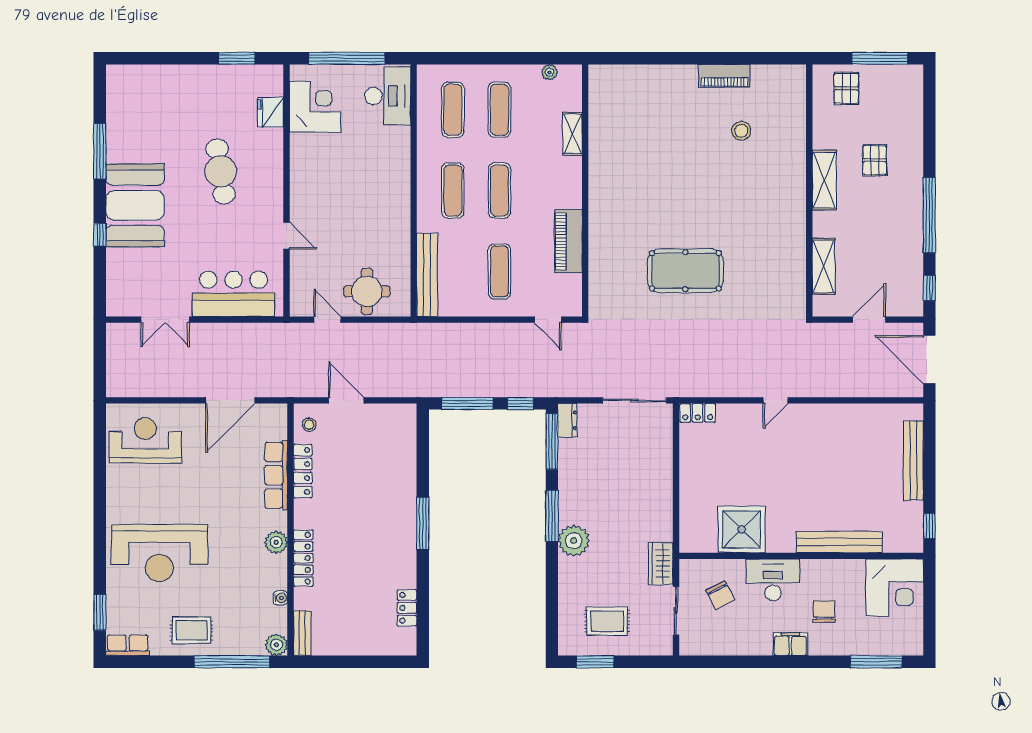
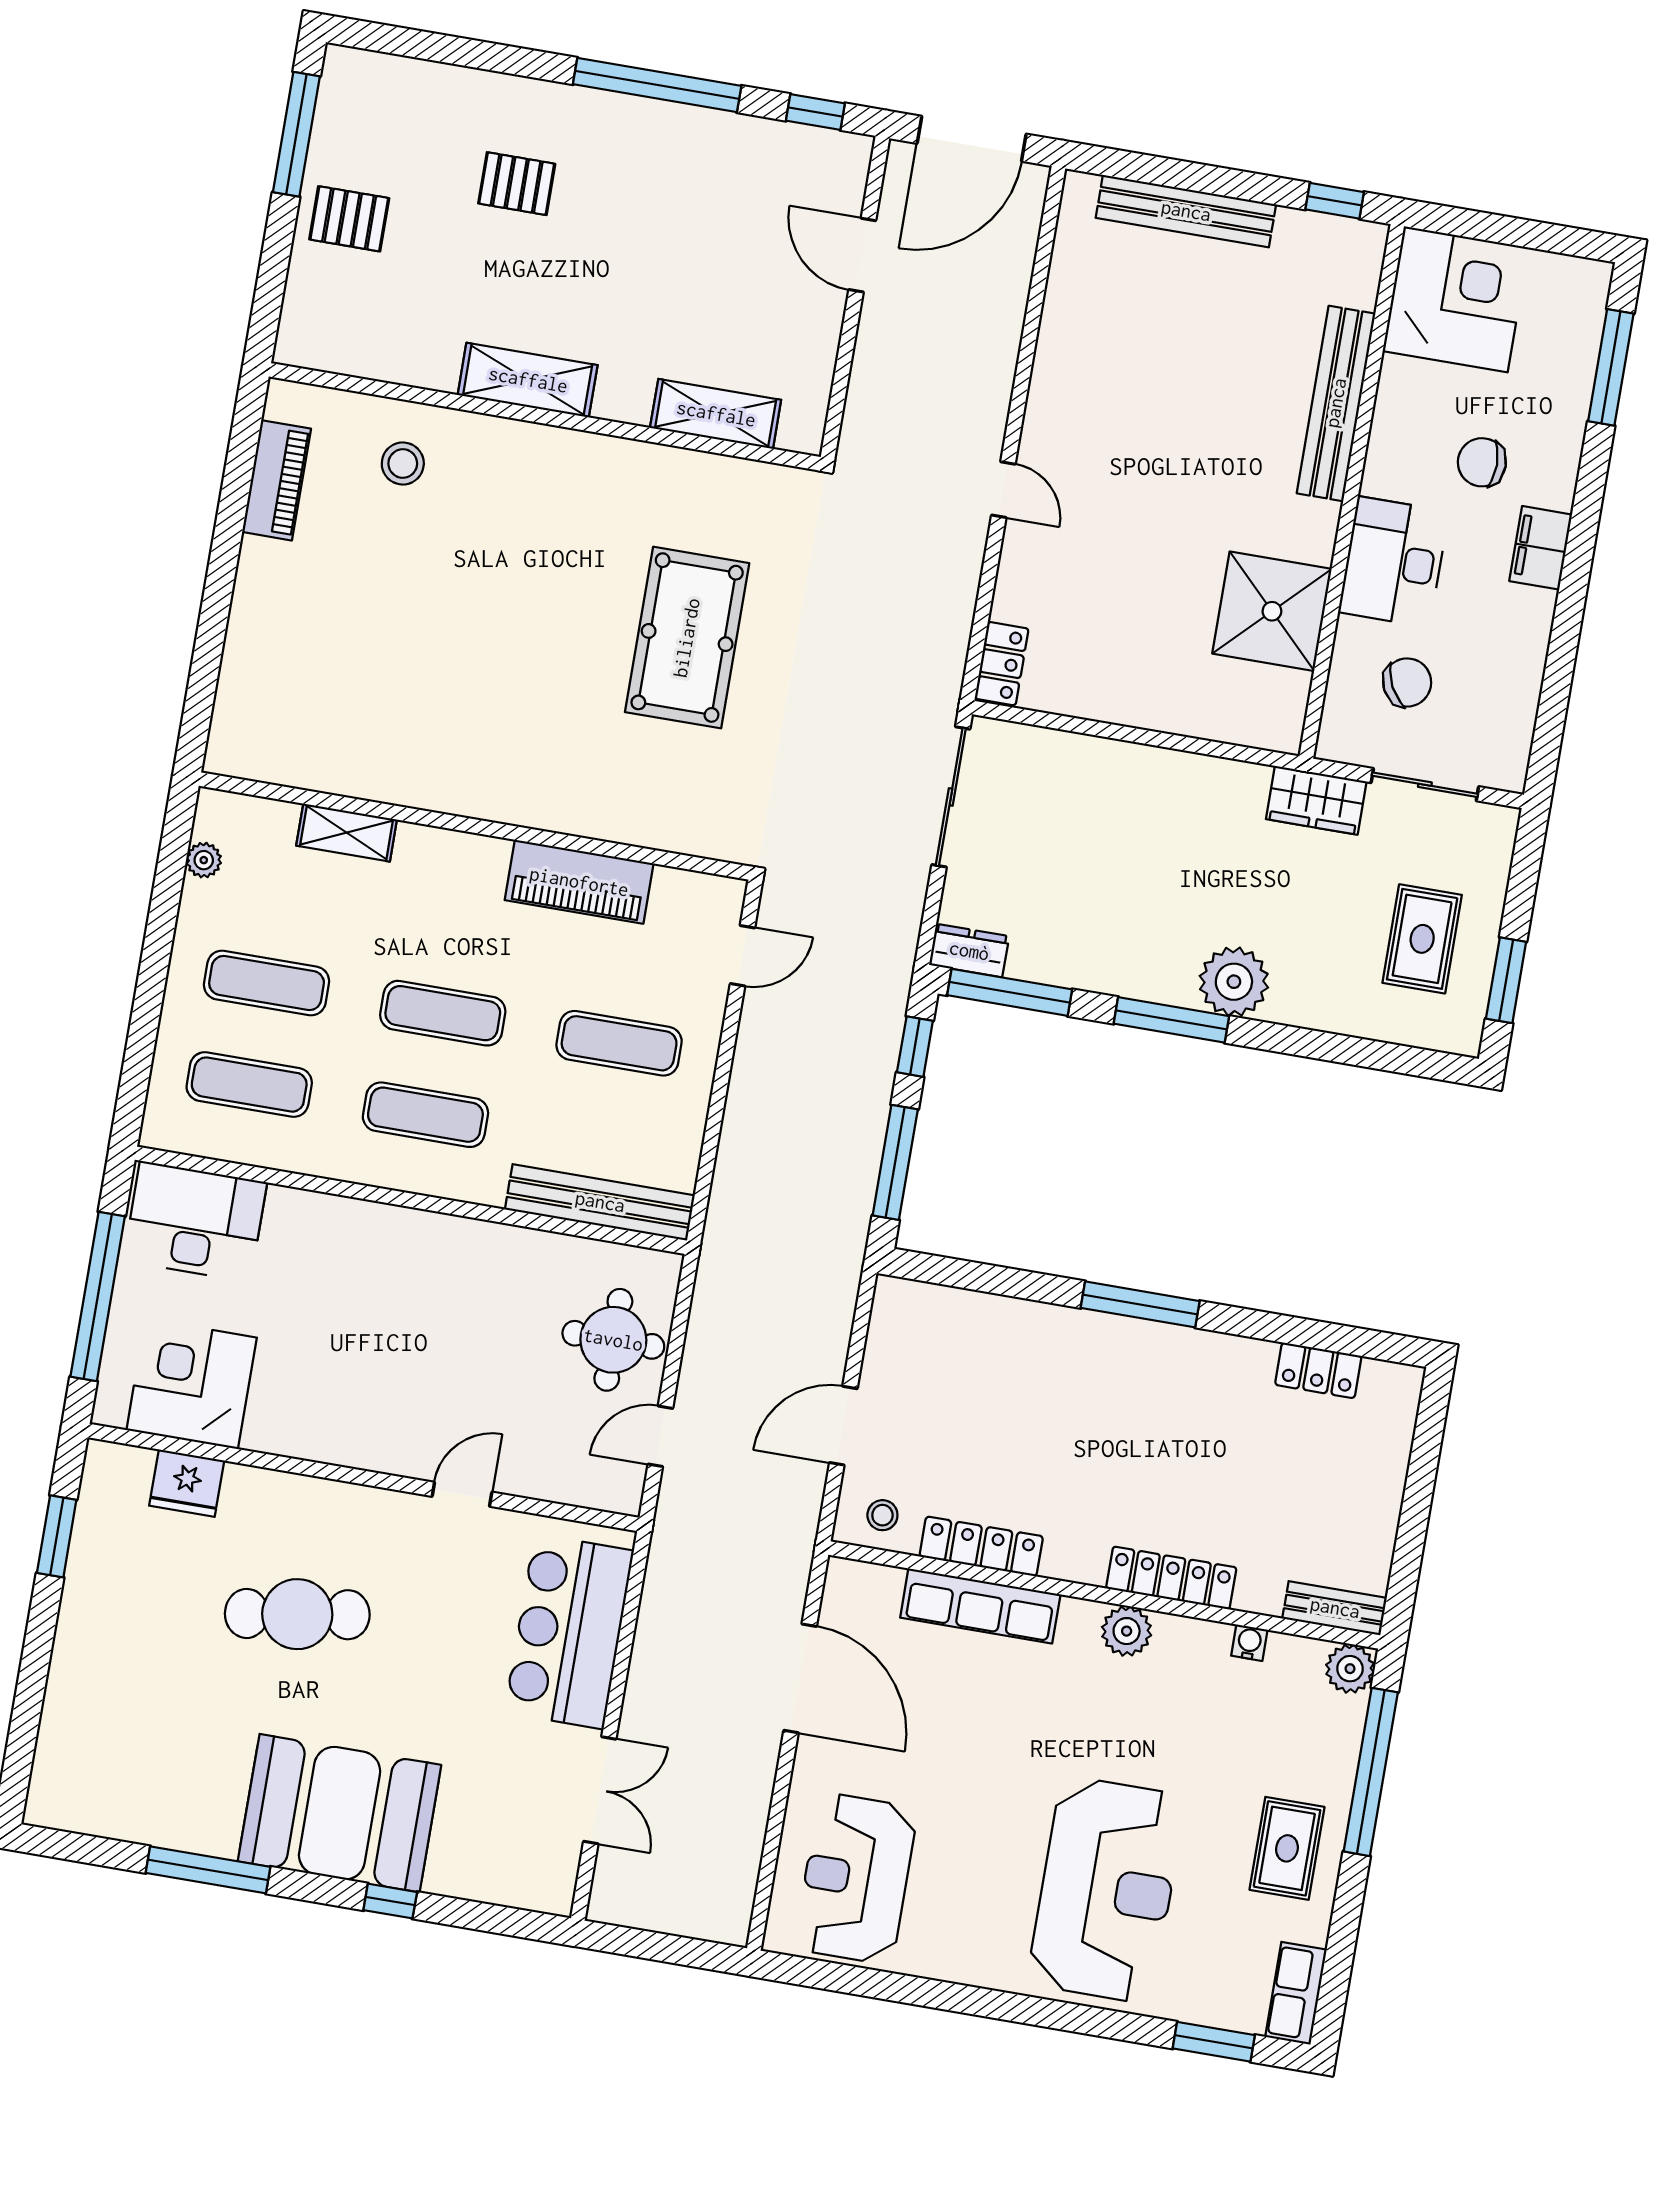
shelving: (824, 180) -> (528, 380), moved
wall: (809, 191) -> (545, 417), moved
shelving: (824, 266) -> (716, 414), moved

